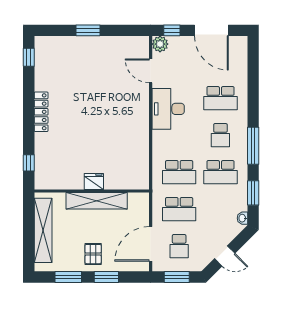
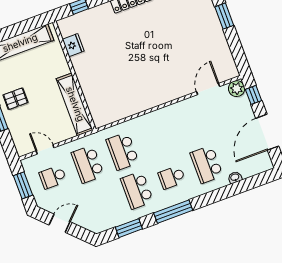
desk: (168, 109) -> (178, 119), removed
fridge: (94, 182) -> (73, 45), moved
shelving: (97, 201) -> (75, 104), moved
washbasin: (243, 218) -> (235, 177), moved
door: (151, 244) -> (45, 149), width x0.53
door: (225, 256) -> (60, 223), swing flipped

